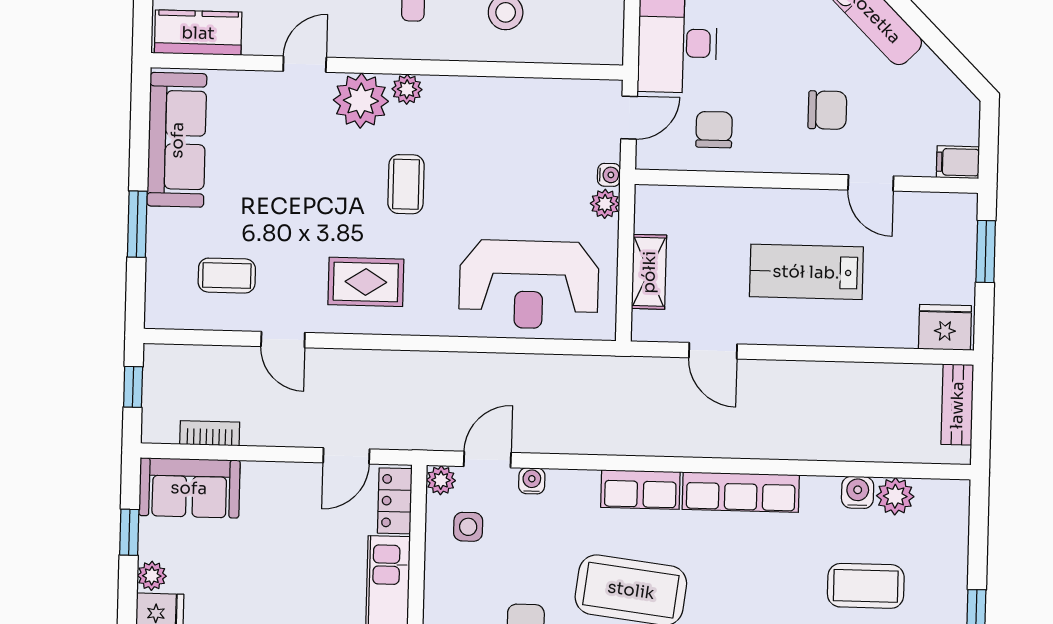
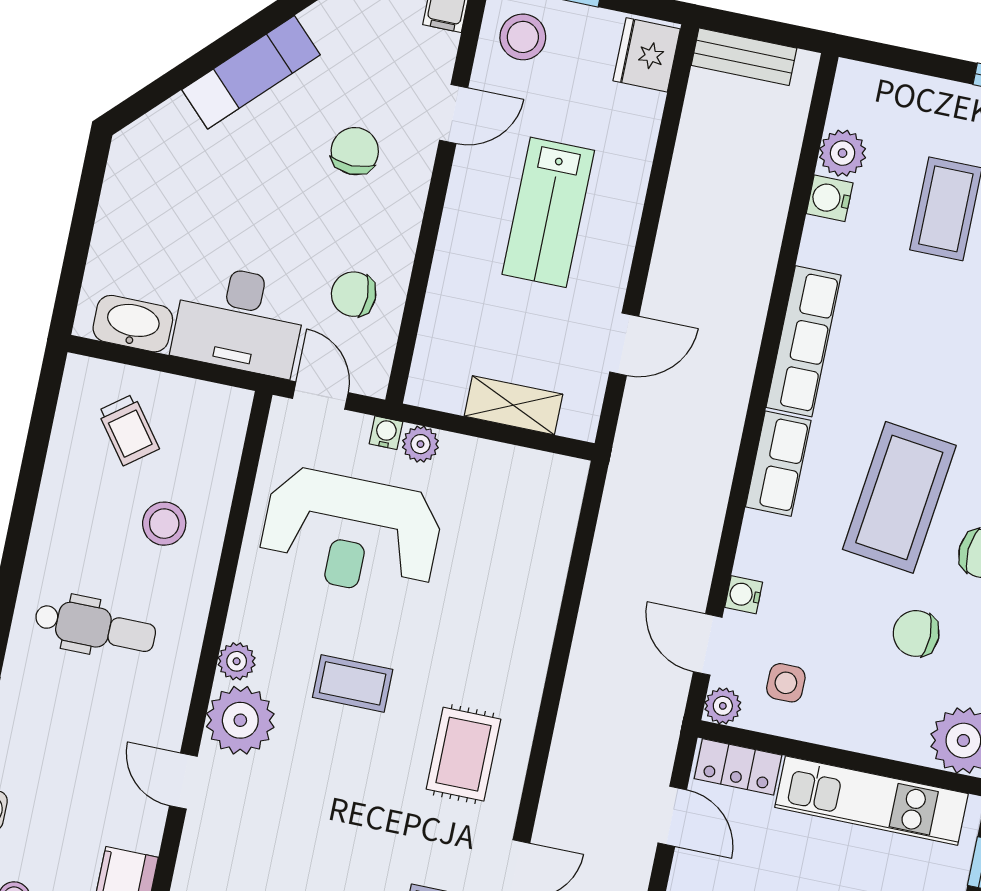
stool: (942, 227) -> (523, 37), added
reception desk: (529, 285) -> (351, 533), moved, turned 90

